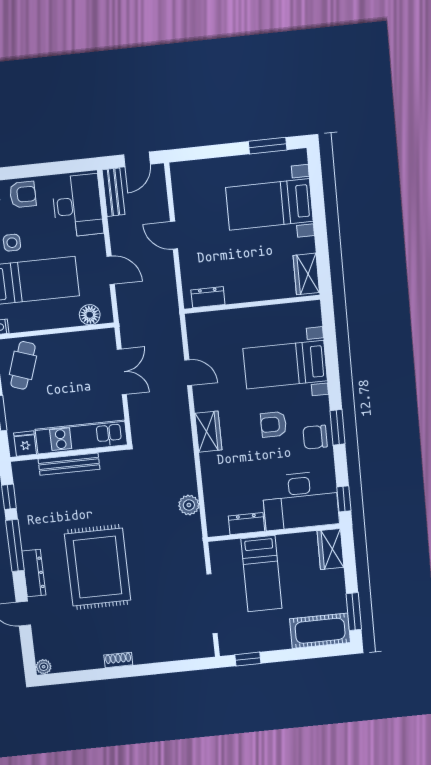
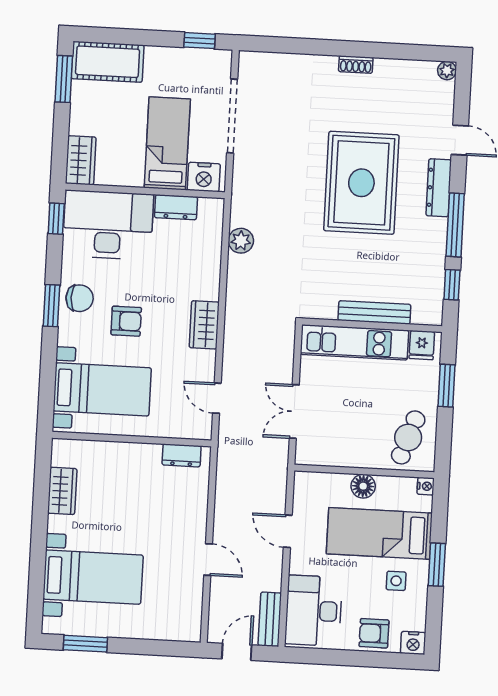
dresser: (208, 297) -> (182, 455), moved
wall: (252, 304) -> (132, 439), moved
floor lamp: (90, 315) -> (363, 486), moved
nightstand: (227, 552) -> (204, 177), added

